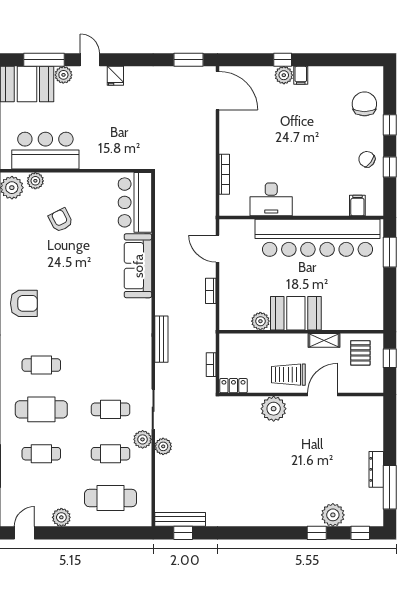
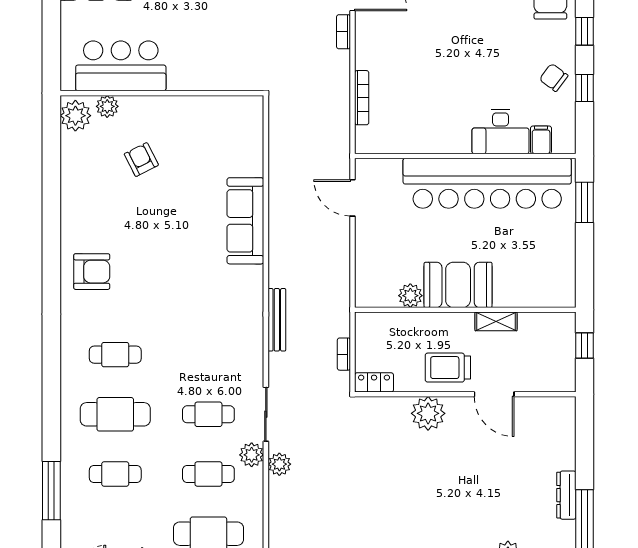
desk: (271, 199) -> (501, 131), moved
bar counter: (135, 202) -> (241, 136), removed
bookcase: (211, 291) -> (344, 32), moved
pallet: (360, 353) -> (545, 338), removed
door: (323, 395) -> (494, 394), swing flipped

